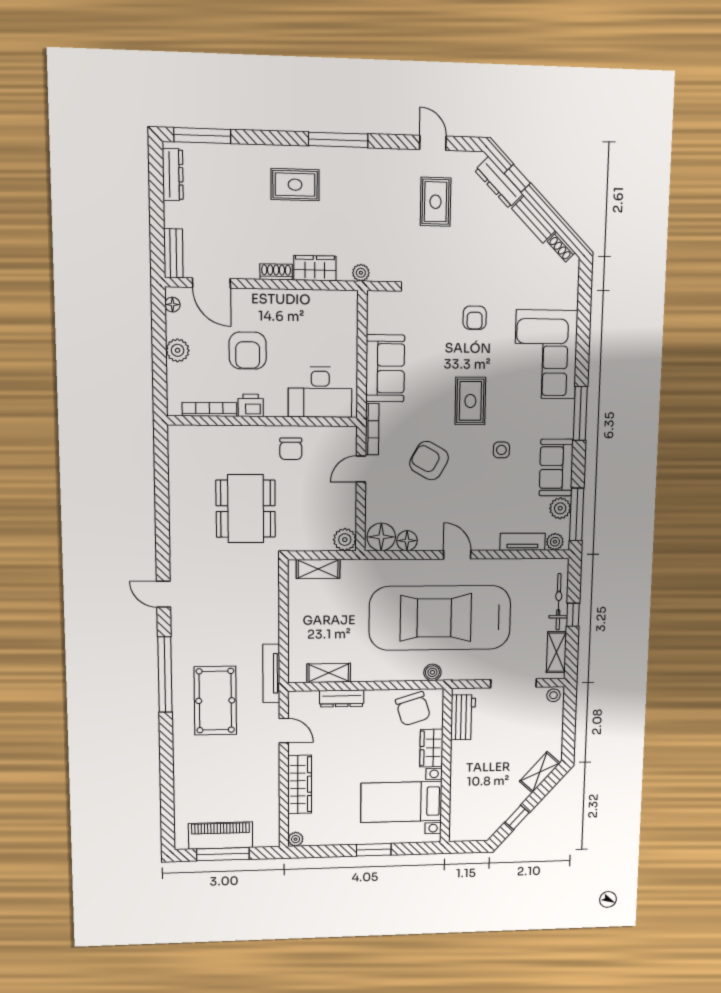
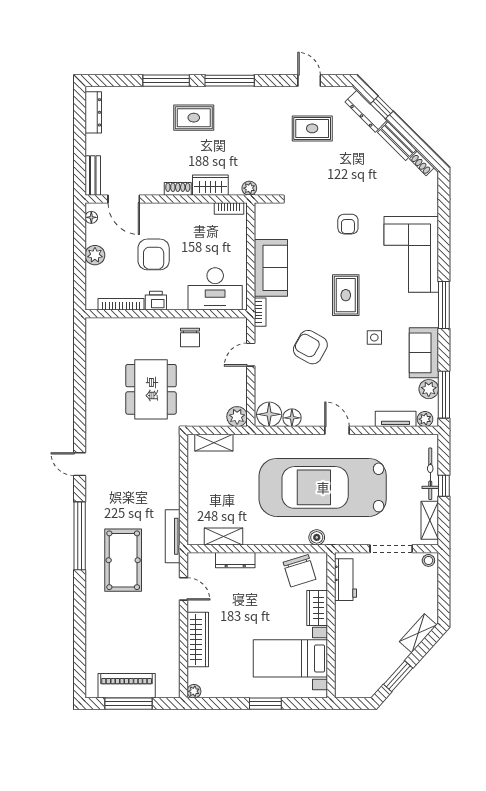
window: (202, 136) -> (166, 81), moved
rug: (436, 202) -> (312, 128), turned 90
bookcase: (337, 297) -> (229, 209), added
bookcase: (372, 429) -> (260, 312), width x0.64
window: (517, 817) -> (398, 676), width x1.50

